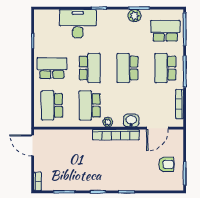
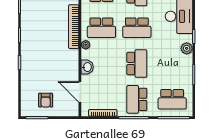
plant: (134, 16) -> (187, 48), moved
school desk: (165, 31) -> (172, 99), turned 90
school desk: (128, 68) -> (137, 63), turned 90
school desk: (165, 68) -> (137, 99), turned -90
school desk: (90, 105) -> (101, 28), turned 180
bookcase: (116, 135) -> (74, 27), moved

